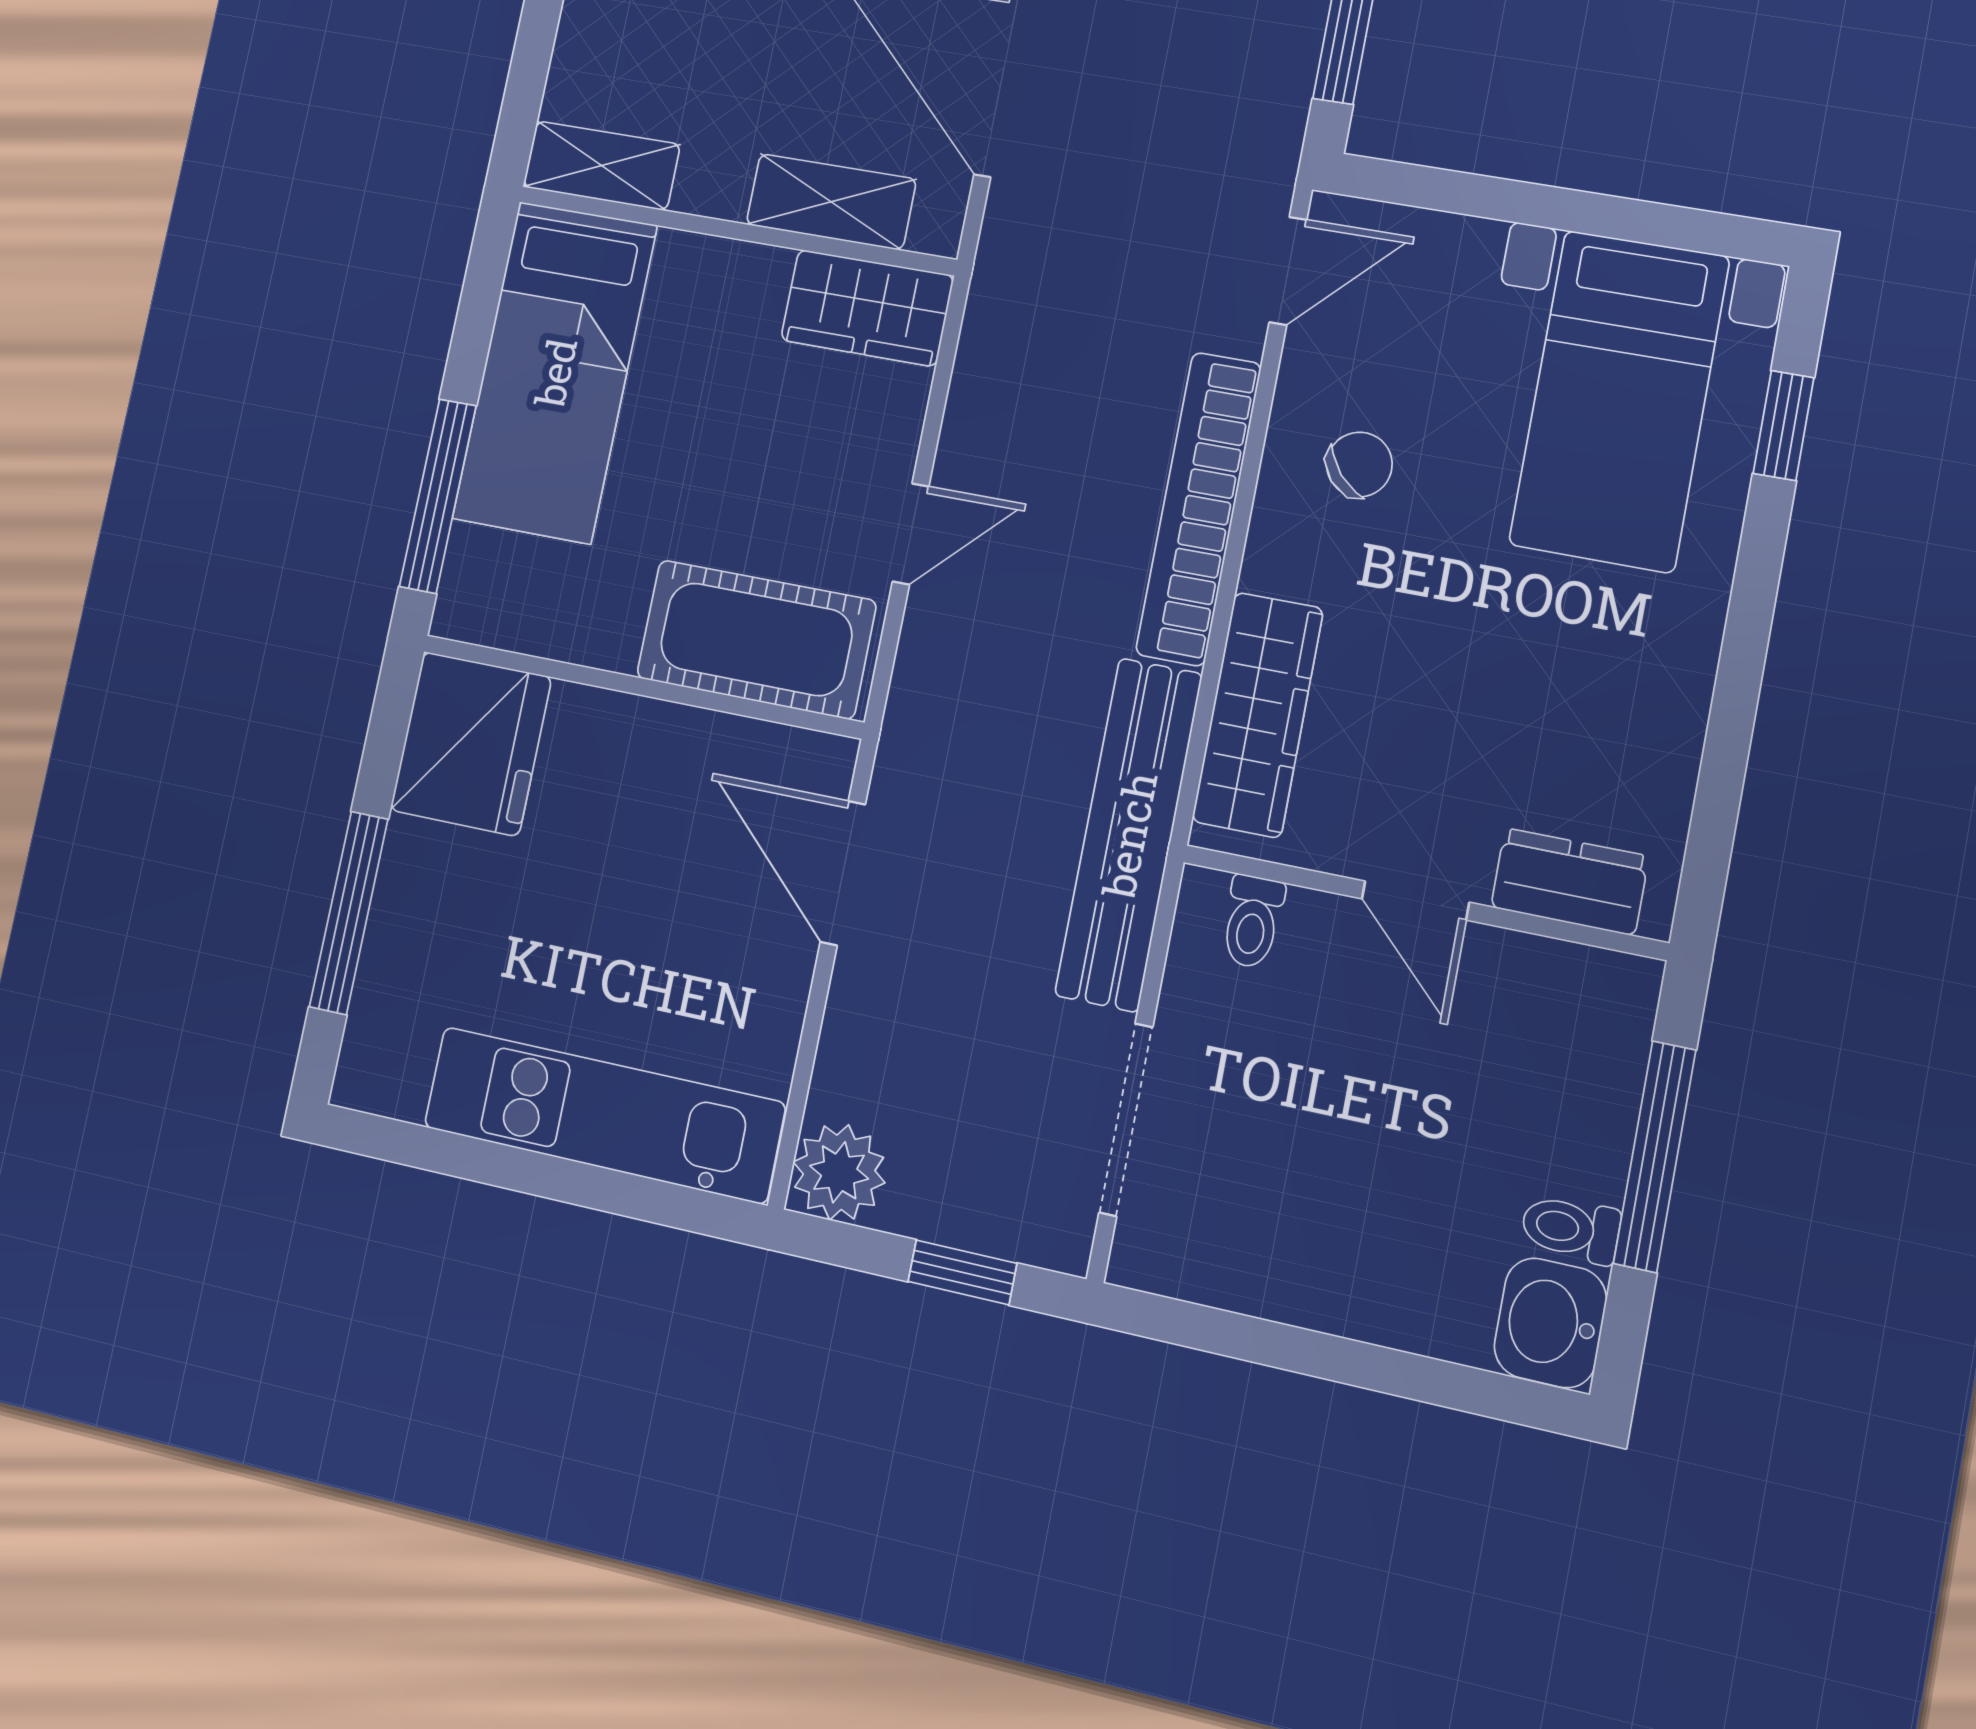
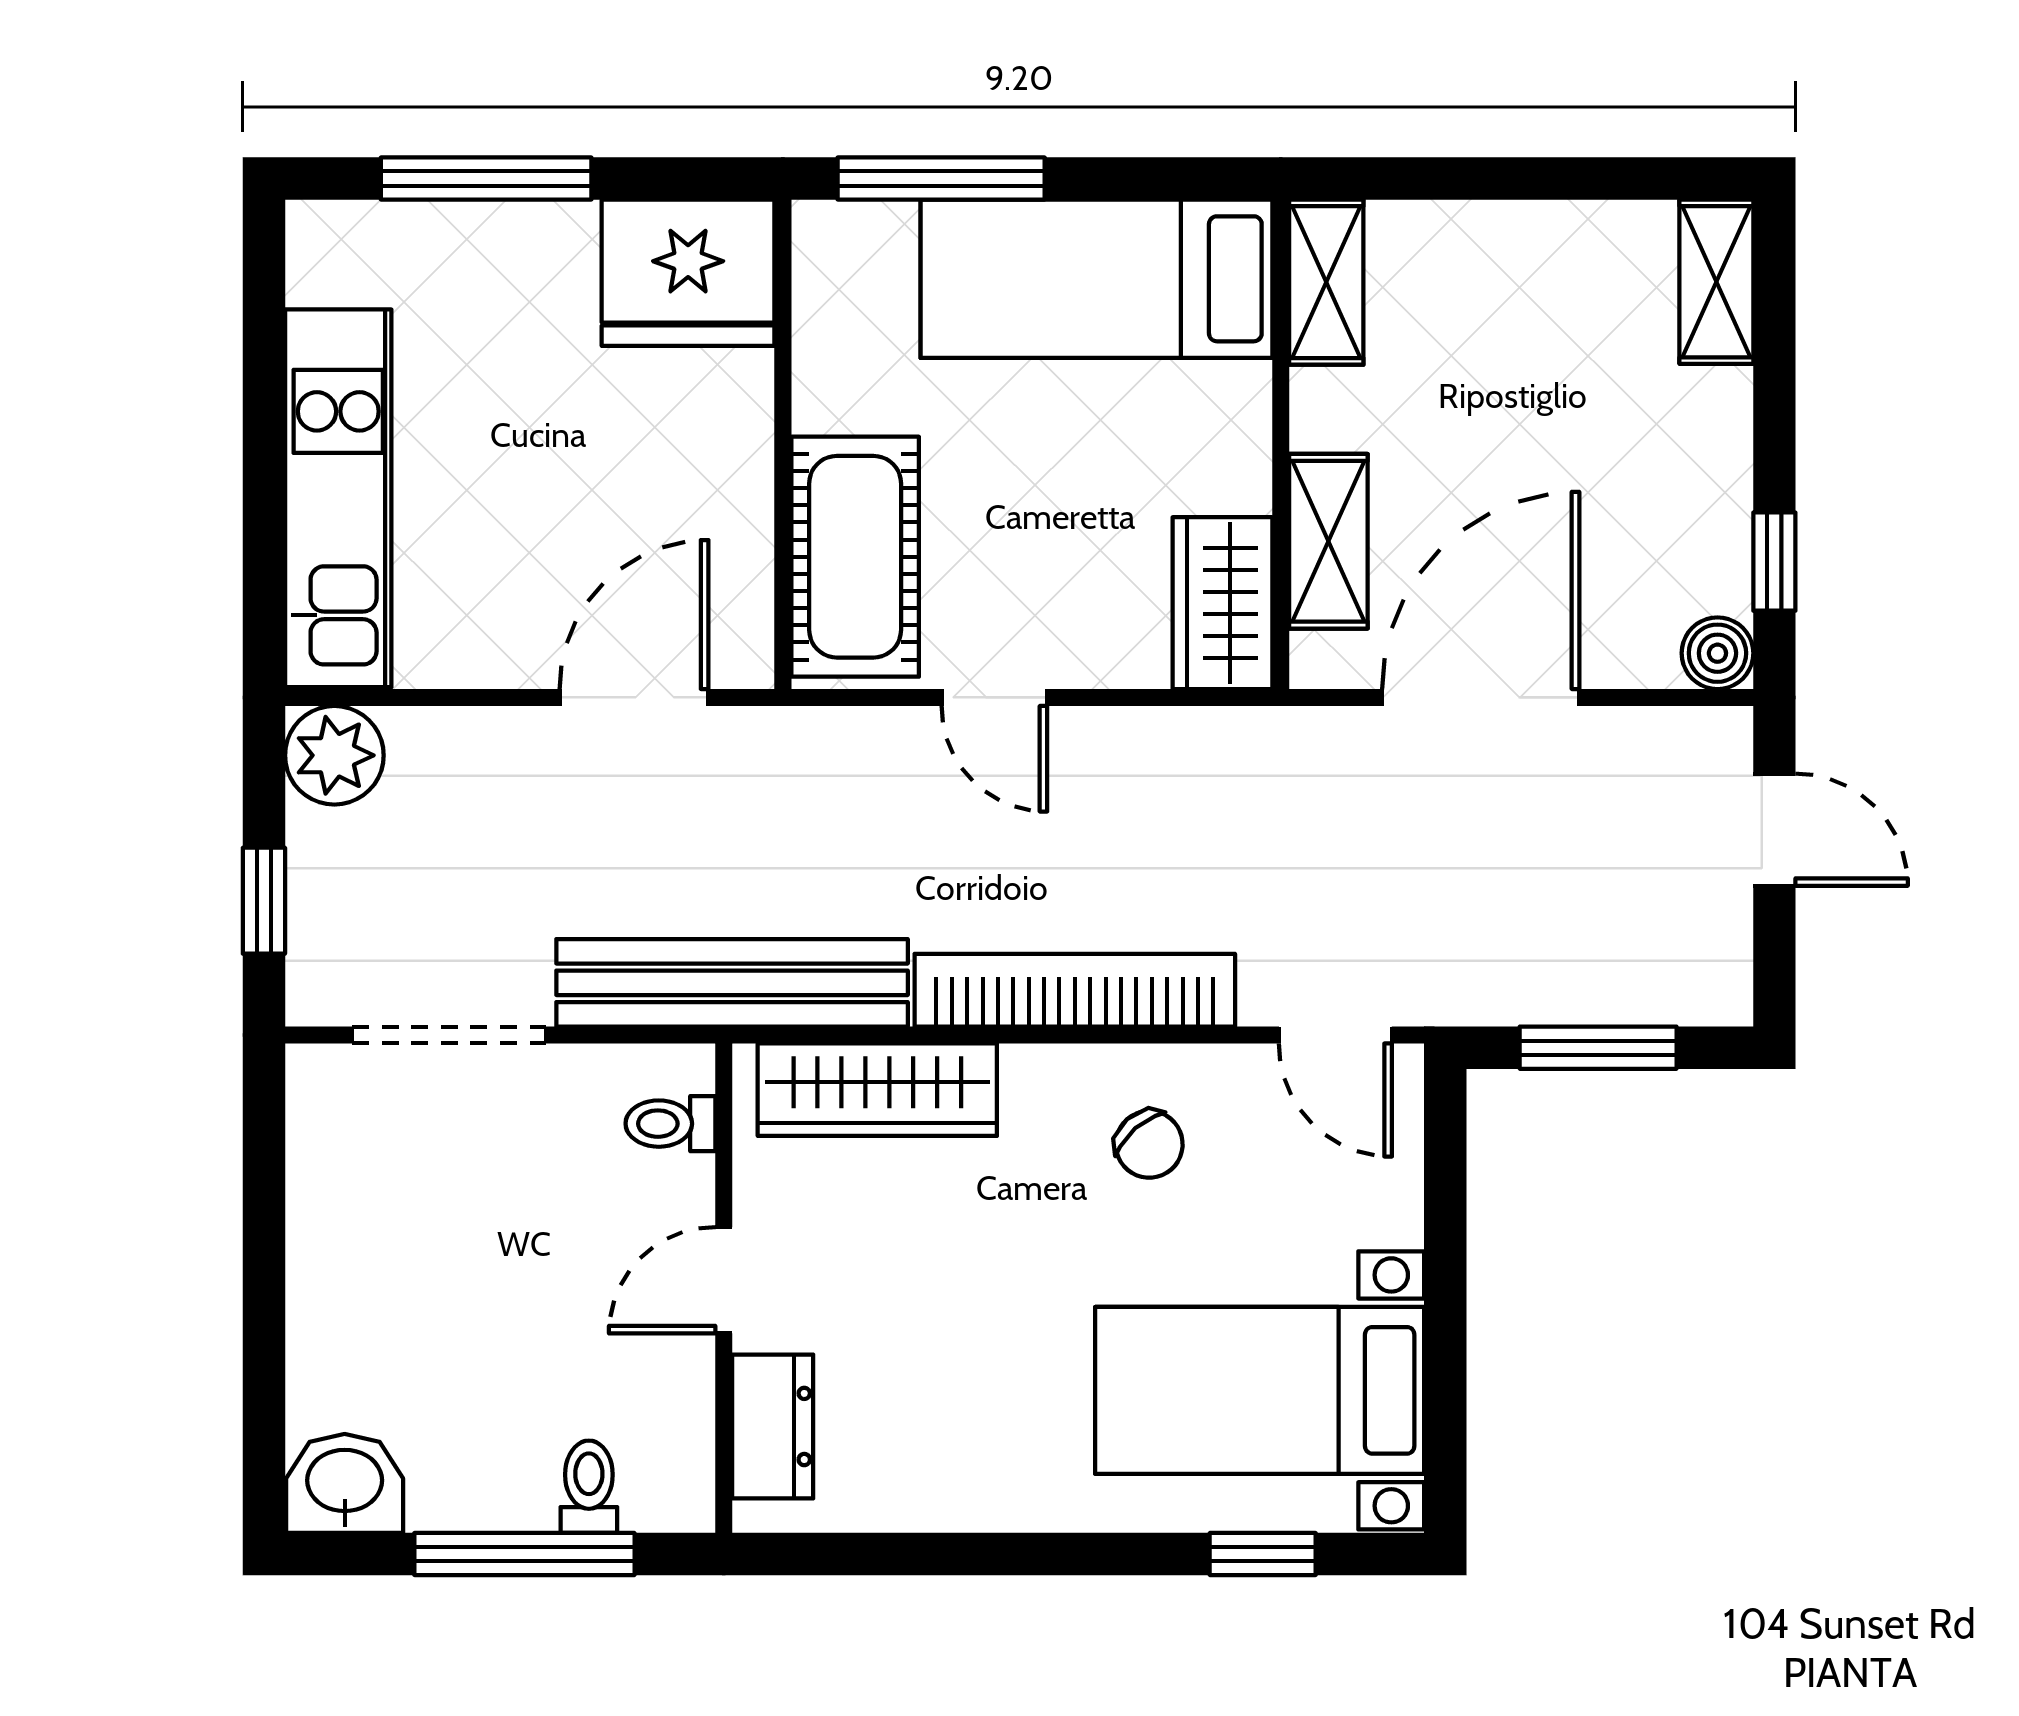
toilet: (1571, 1229) -> (589, 1487), moved

